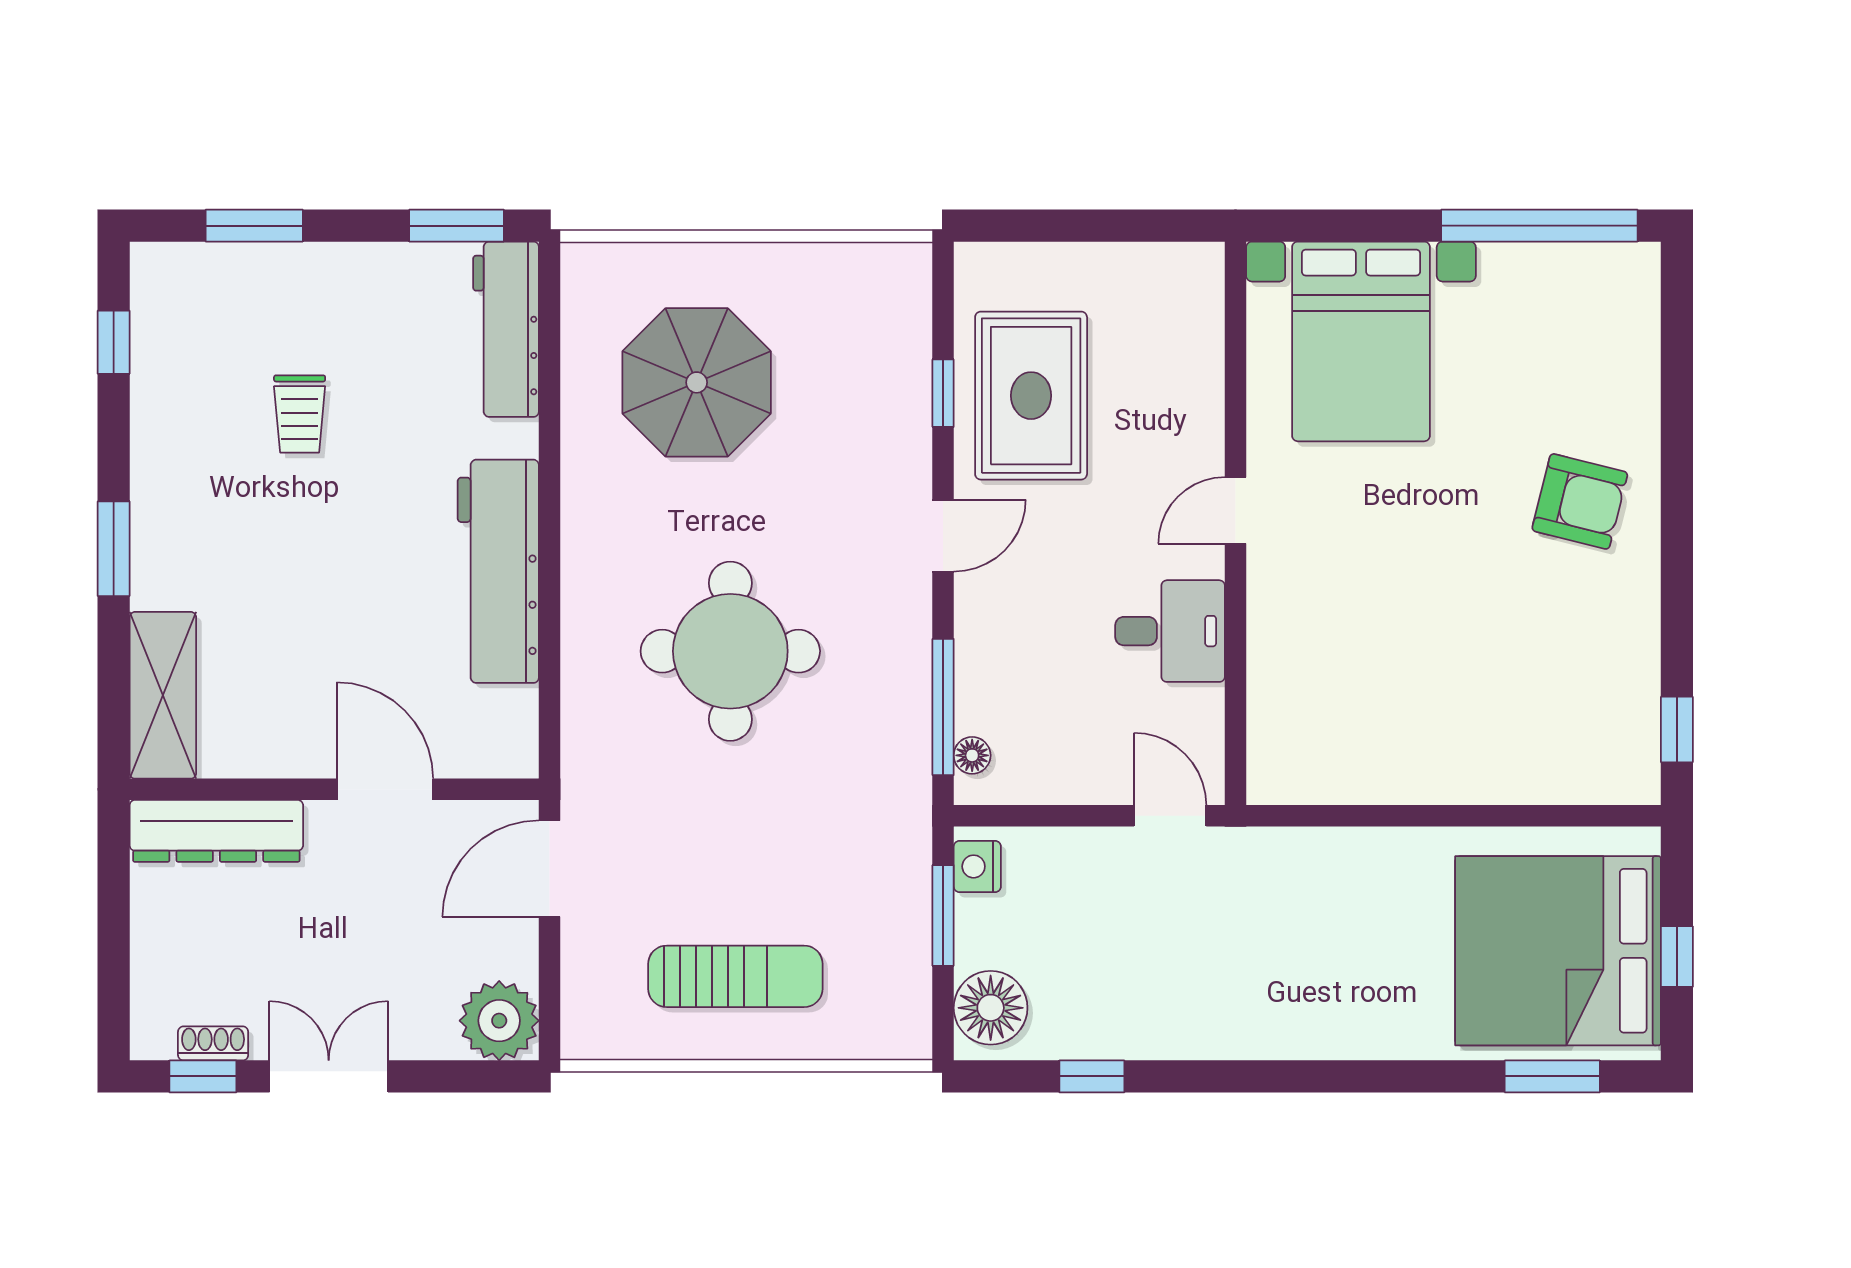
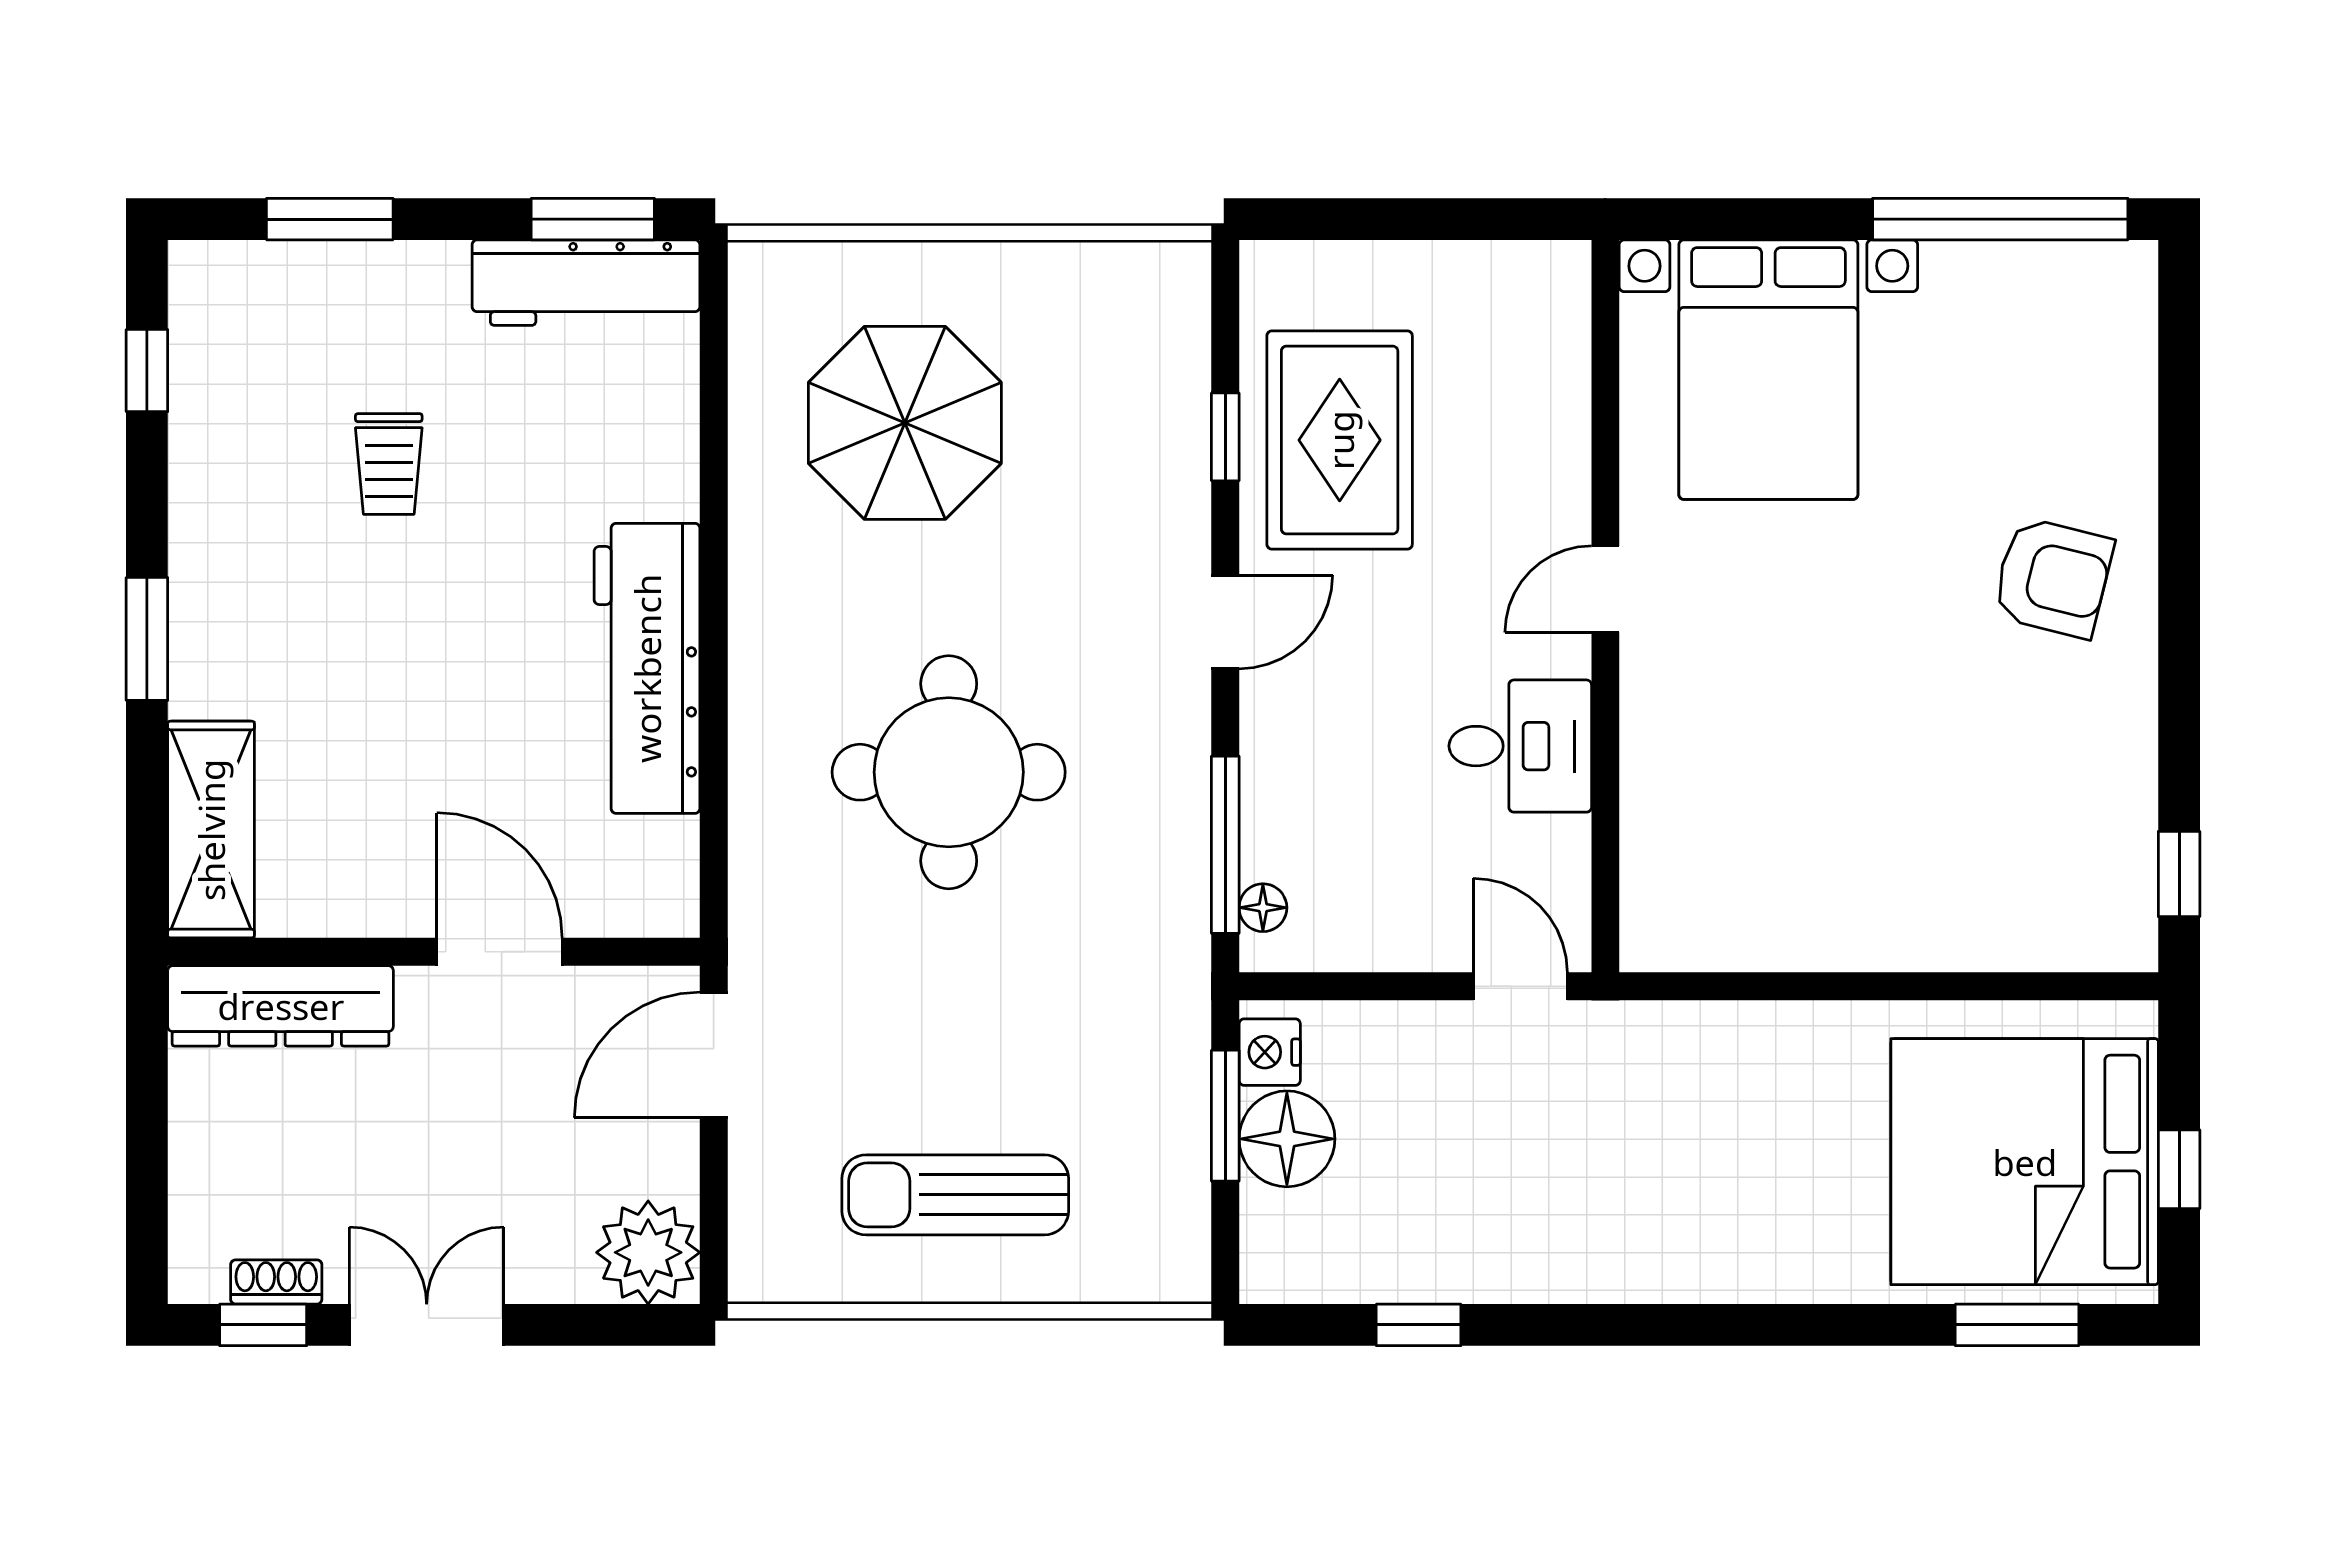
workbench: (506, 329) -> (586, 283), moved, turned -90
sun lounger: (735, 976) -> (955, 1195), turned 180
floor lamp: (991, 1008) -> (1287, 1139), moved

